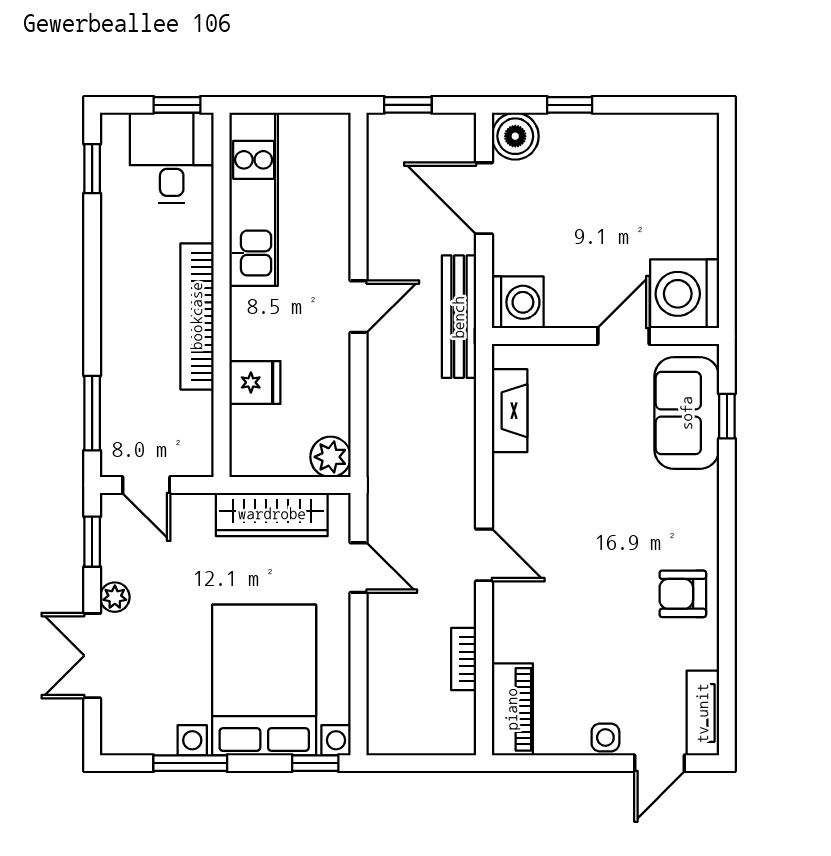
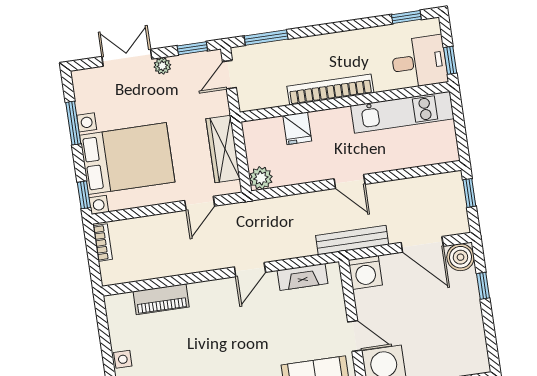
door: (484, 198) -> (422, 244), swing flipped
door: (484, 555) -> (250, 270), moved
bookcase: (464, 659) -> (103, 243), moved, turned 90
piano: (512, 709) -> (161, 299), moved

